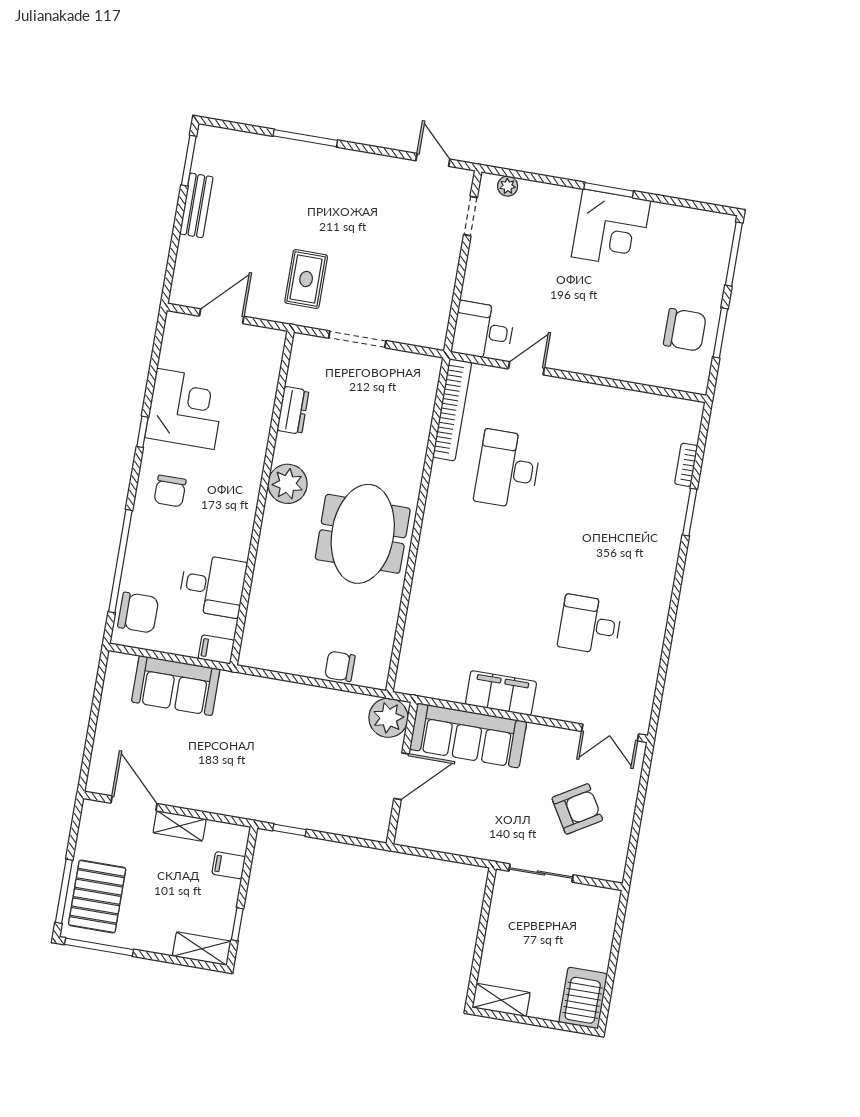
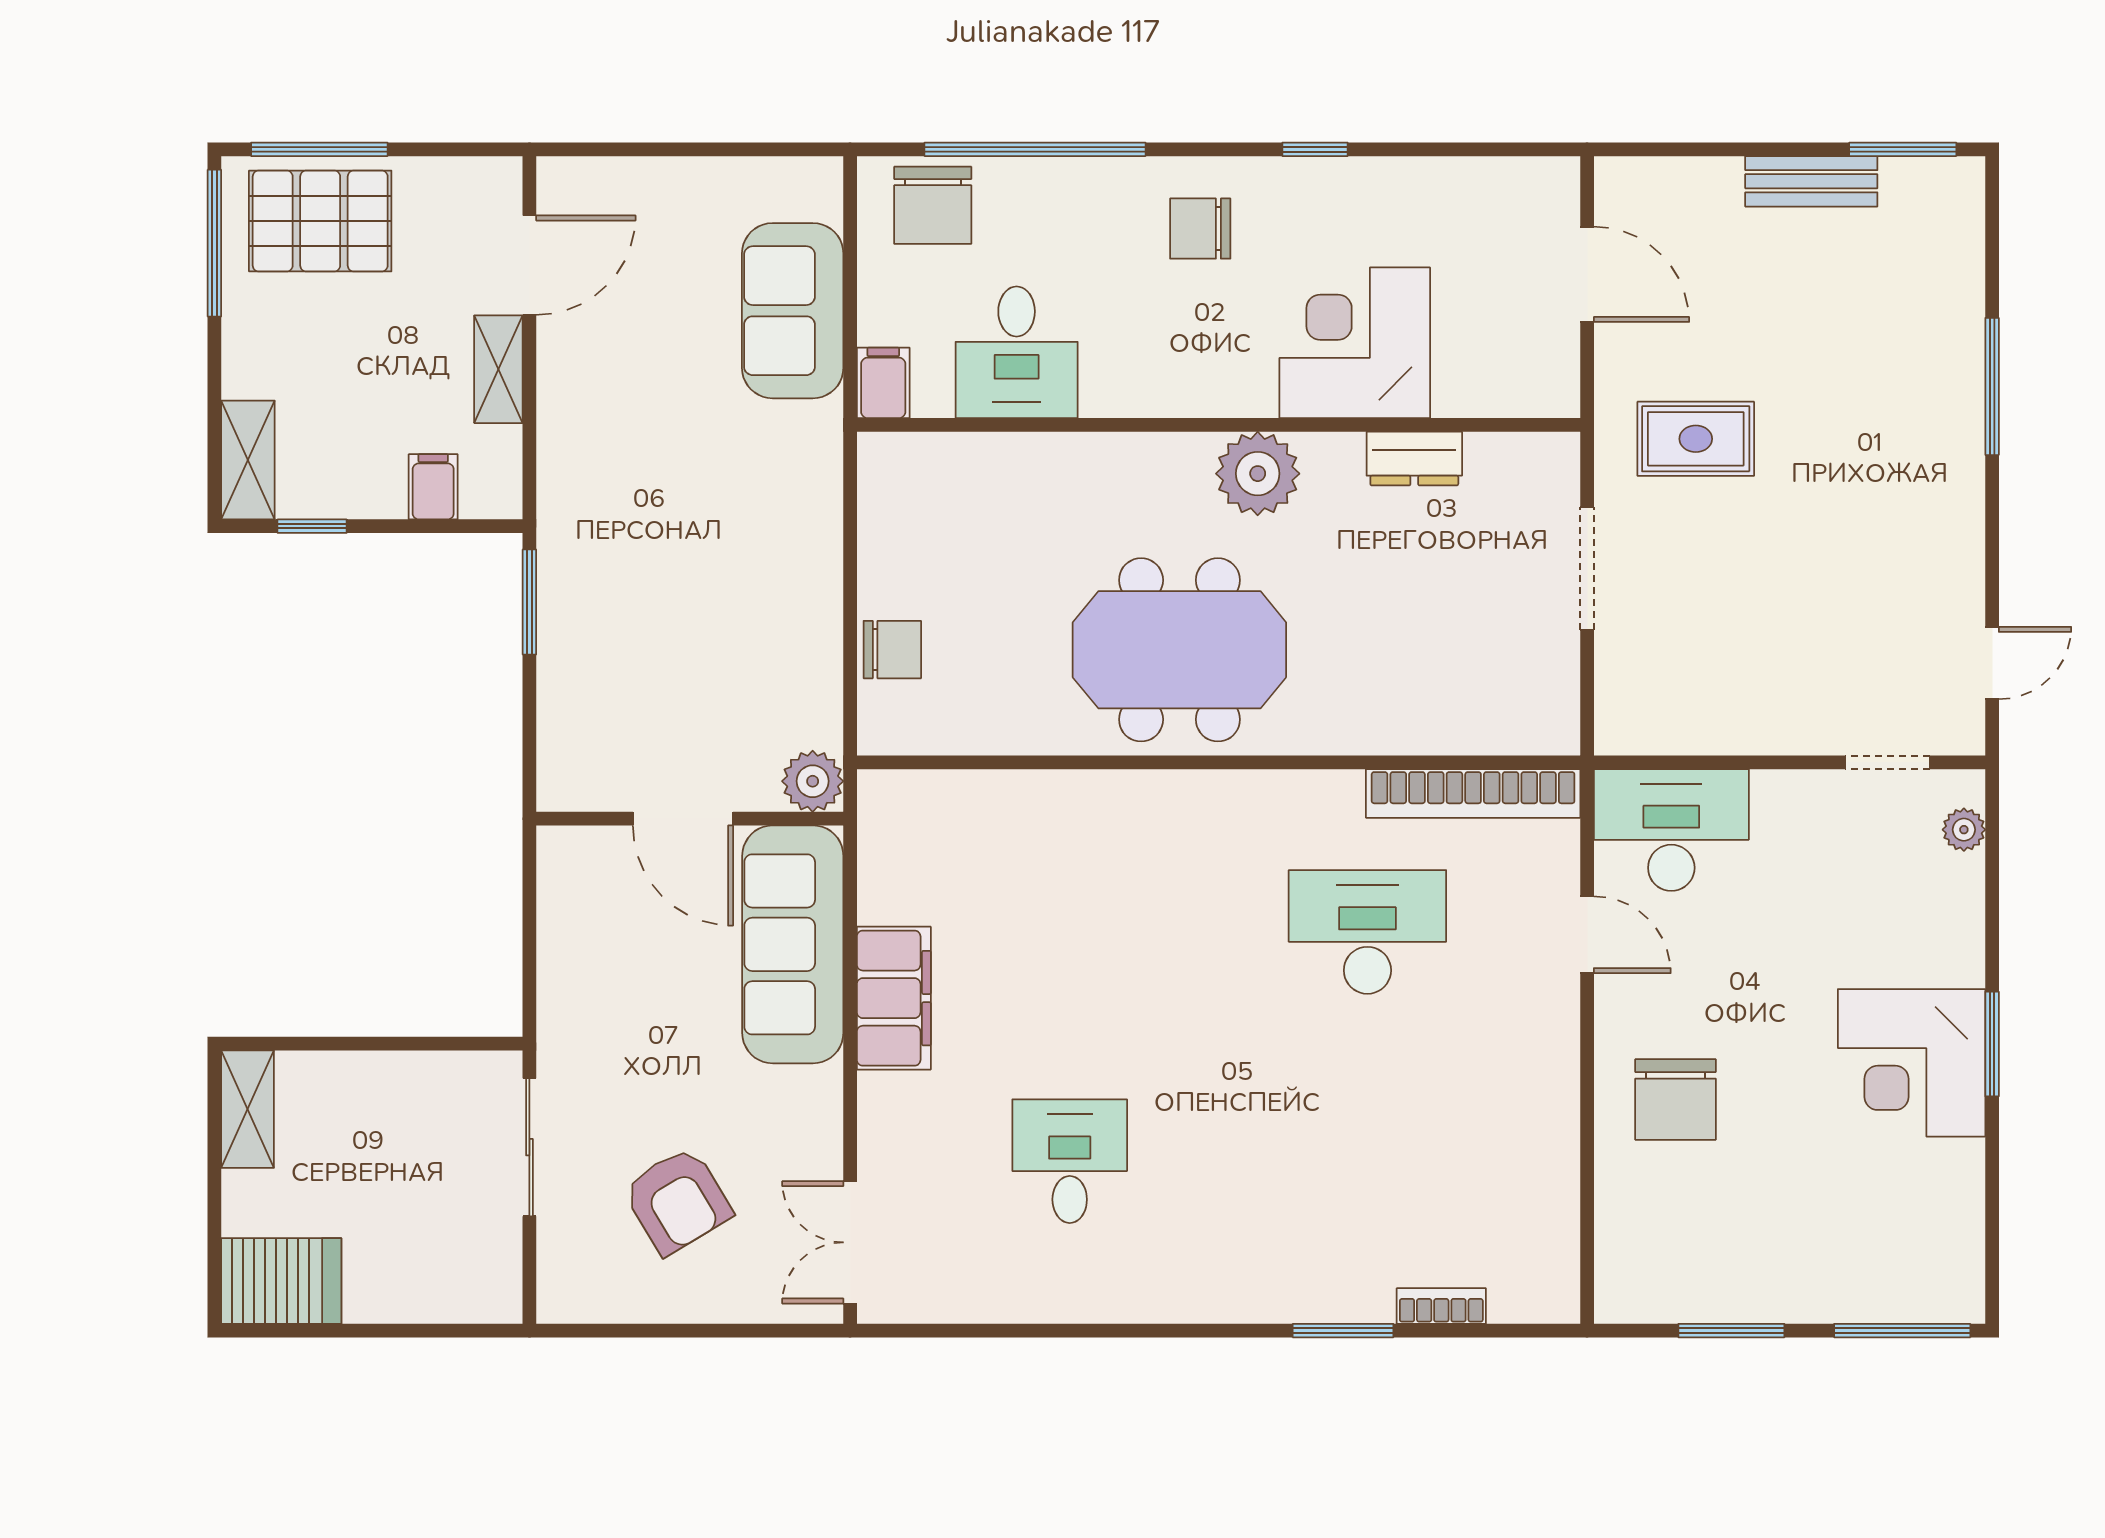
chair: (685, 330) -> (1676, 1099), moved
desk: (483, 331) -> (1671, 830), width x1.37
corner desk: (185, 409) -> (1355, 343), moved, turned 180
chair: (340, 666) -> (892, 650), turned 90
plant: (388, 718) -> (813, 781), width x0.73, depth x0.73
window: (289, 830) -> (529, 602), width x1.50

